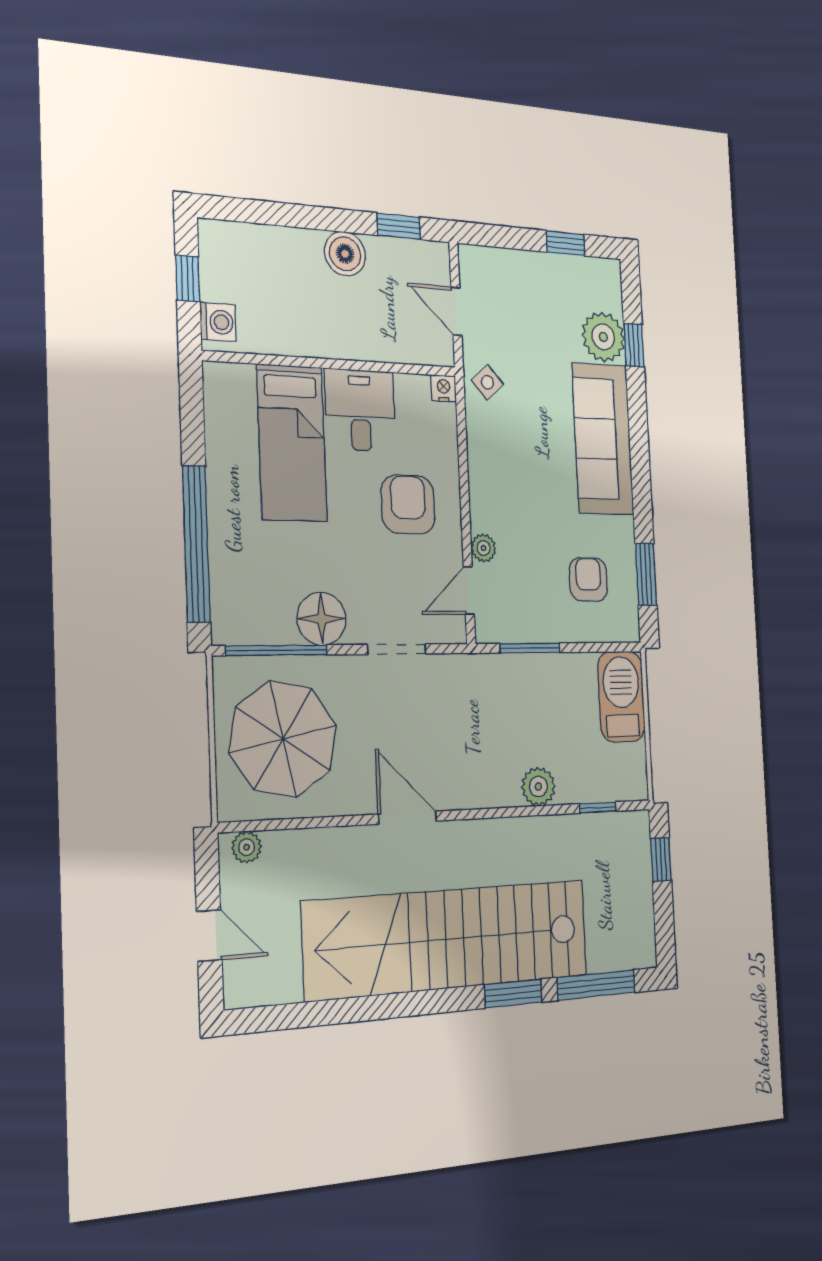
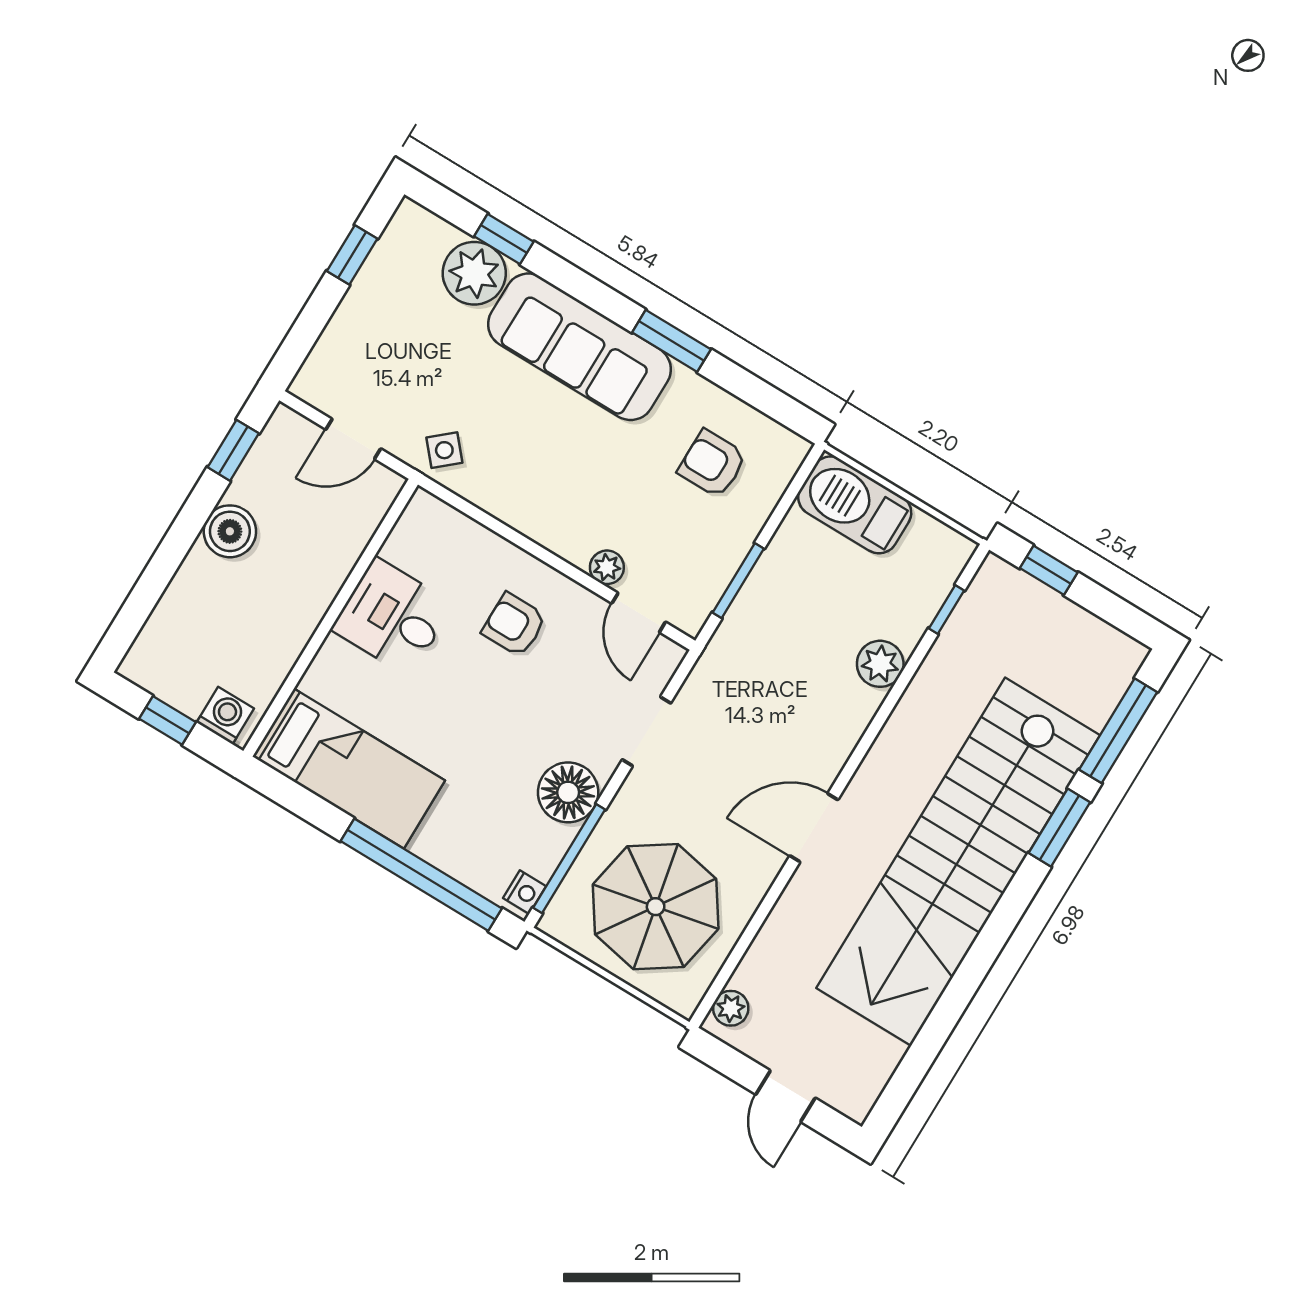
nightstand: (444, 388) -> (525, 892), moved, turned 180
bed: (292, 443) -> (349, 769), moved
armchair: (408, 504) -> (514, 625), width x0.72, depth x0.72
window: (646, 574) -> (671, 341), moved
door: (209, 936) -> (786, 1096), swing flipped

